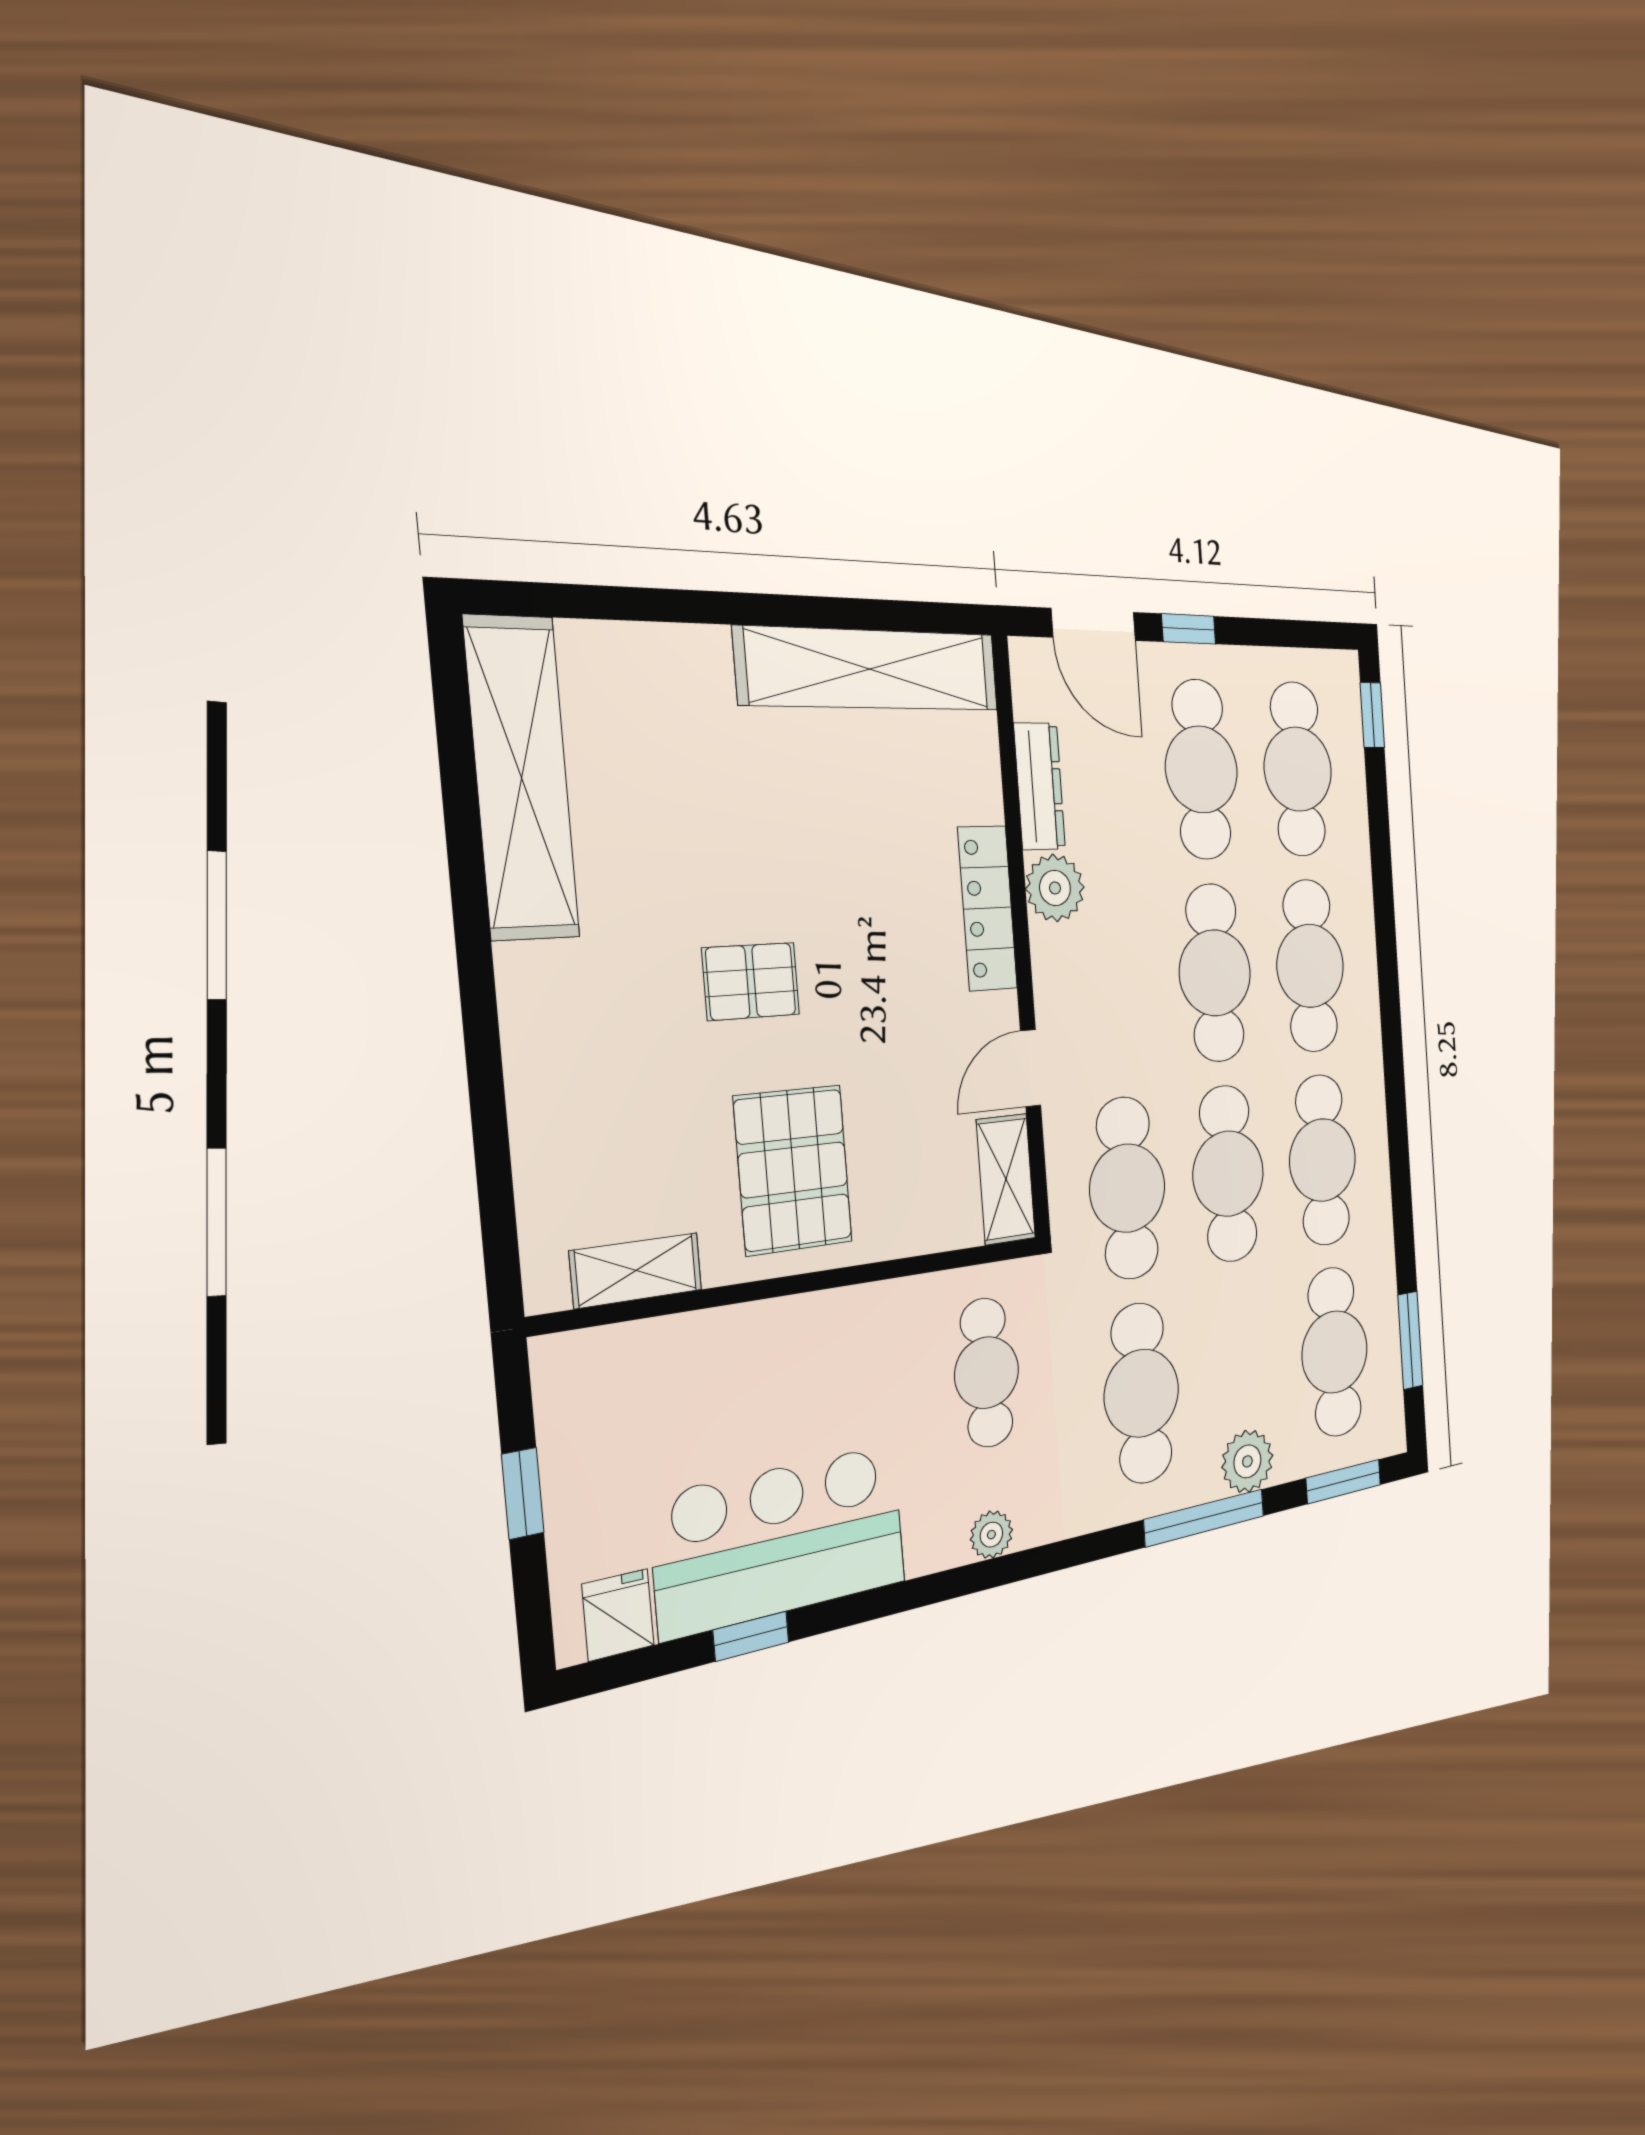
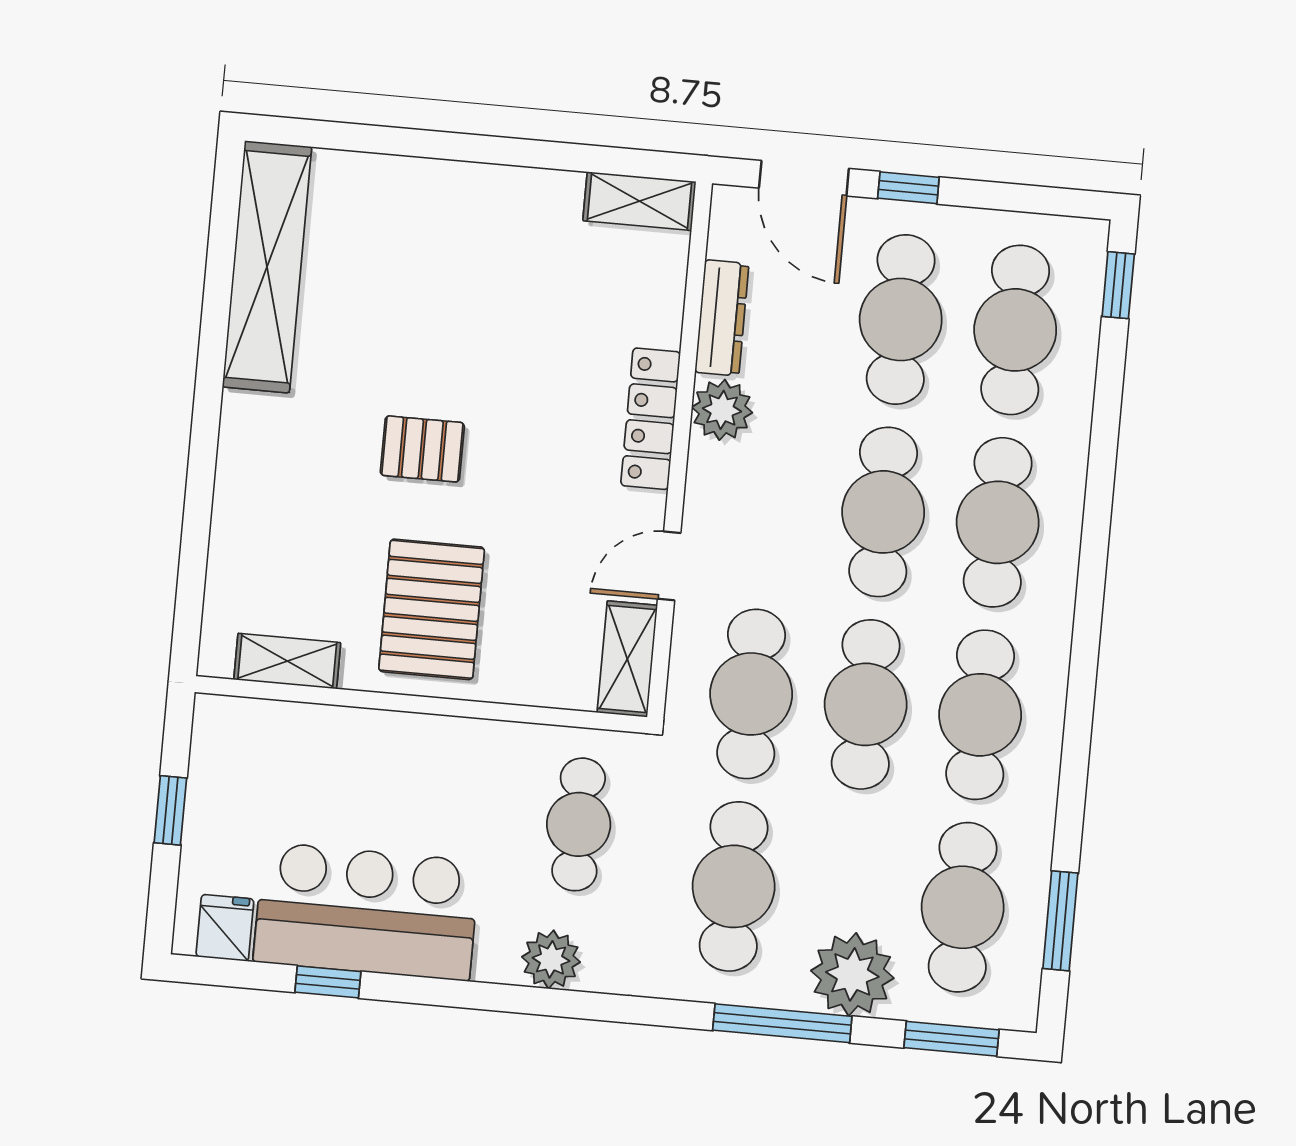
shelving: (870, 669) -> (639, 201), width x0.45, depth x0.75
plant: (1247, 1461) -> (852, 974), width x1.36, depth x1.36
plant: (991, 1535) -> (551, 959), width x1.38, depth x1.38

